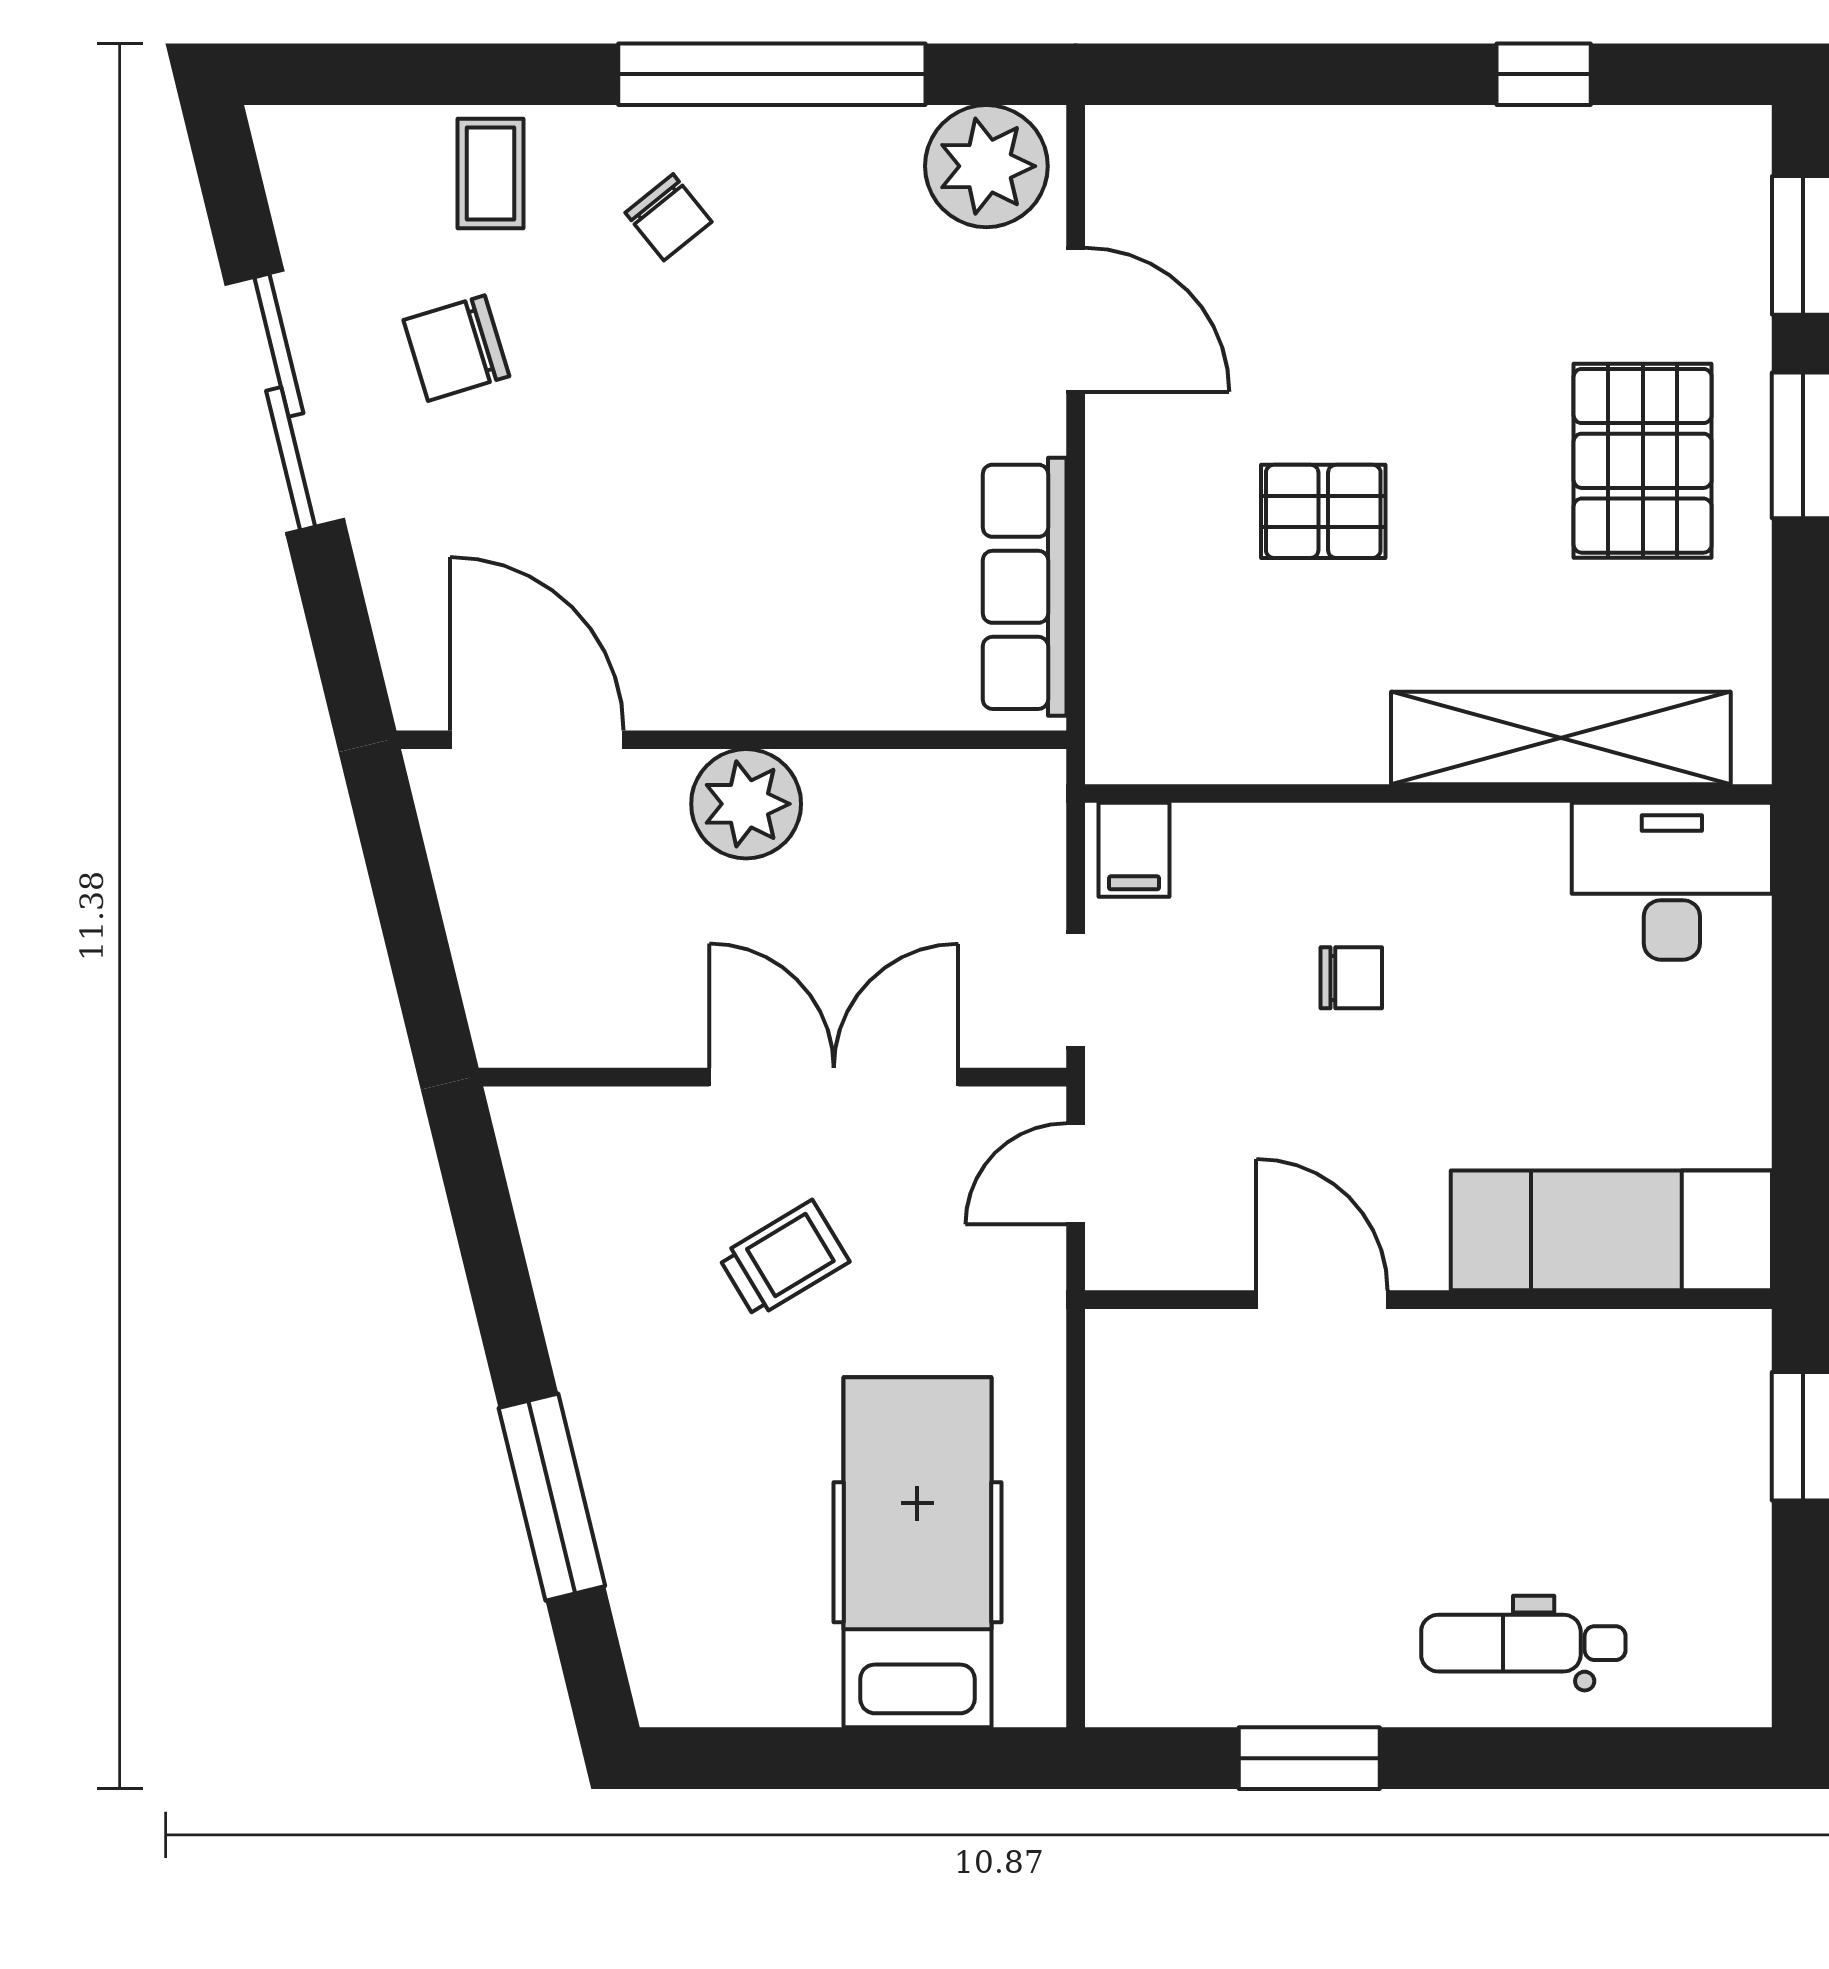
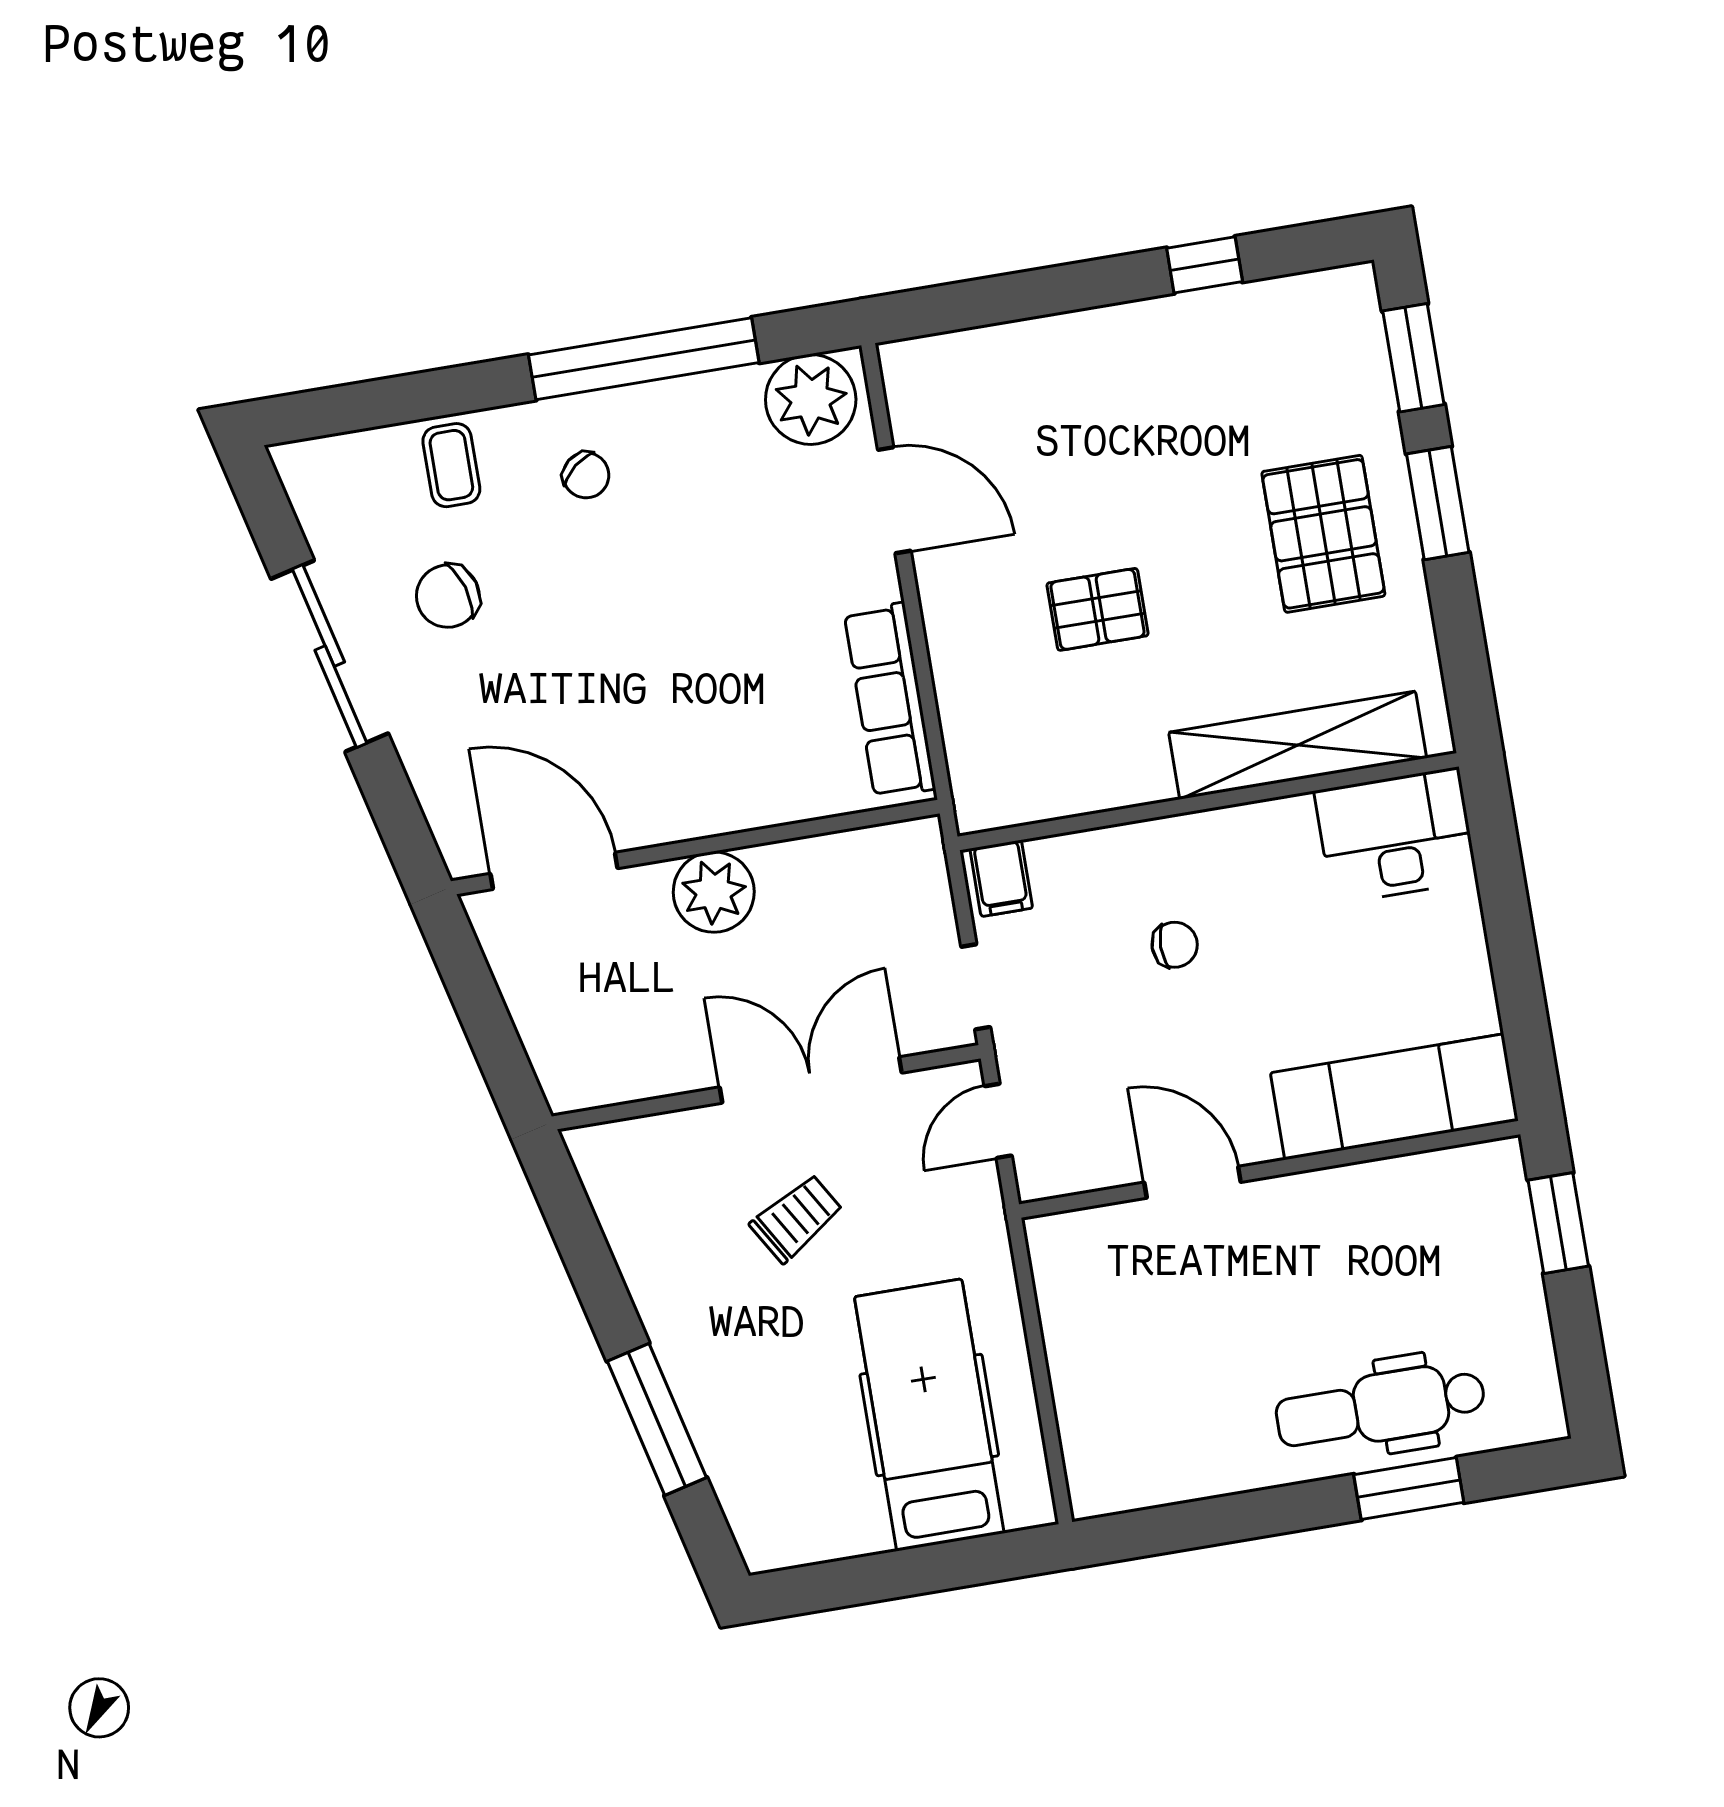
dental chair: (1523, 1643) -> (1381, 1407), width x1.36, depth x1.38
window: (1309, 1758) -> (1409, 1489), moved

